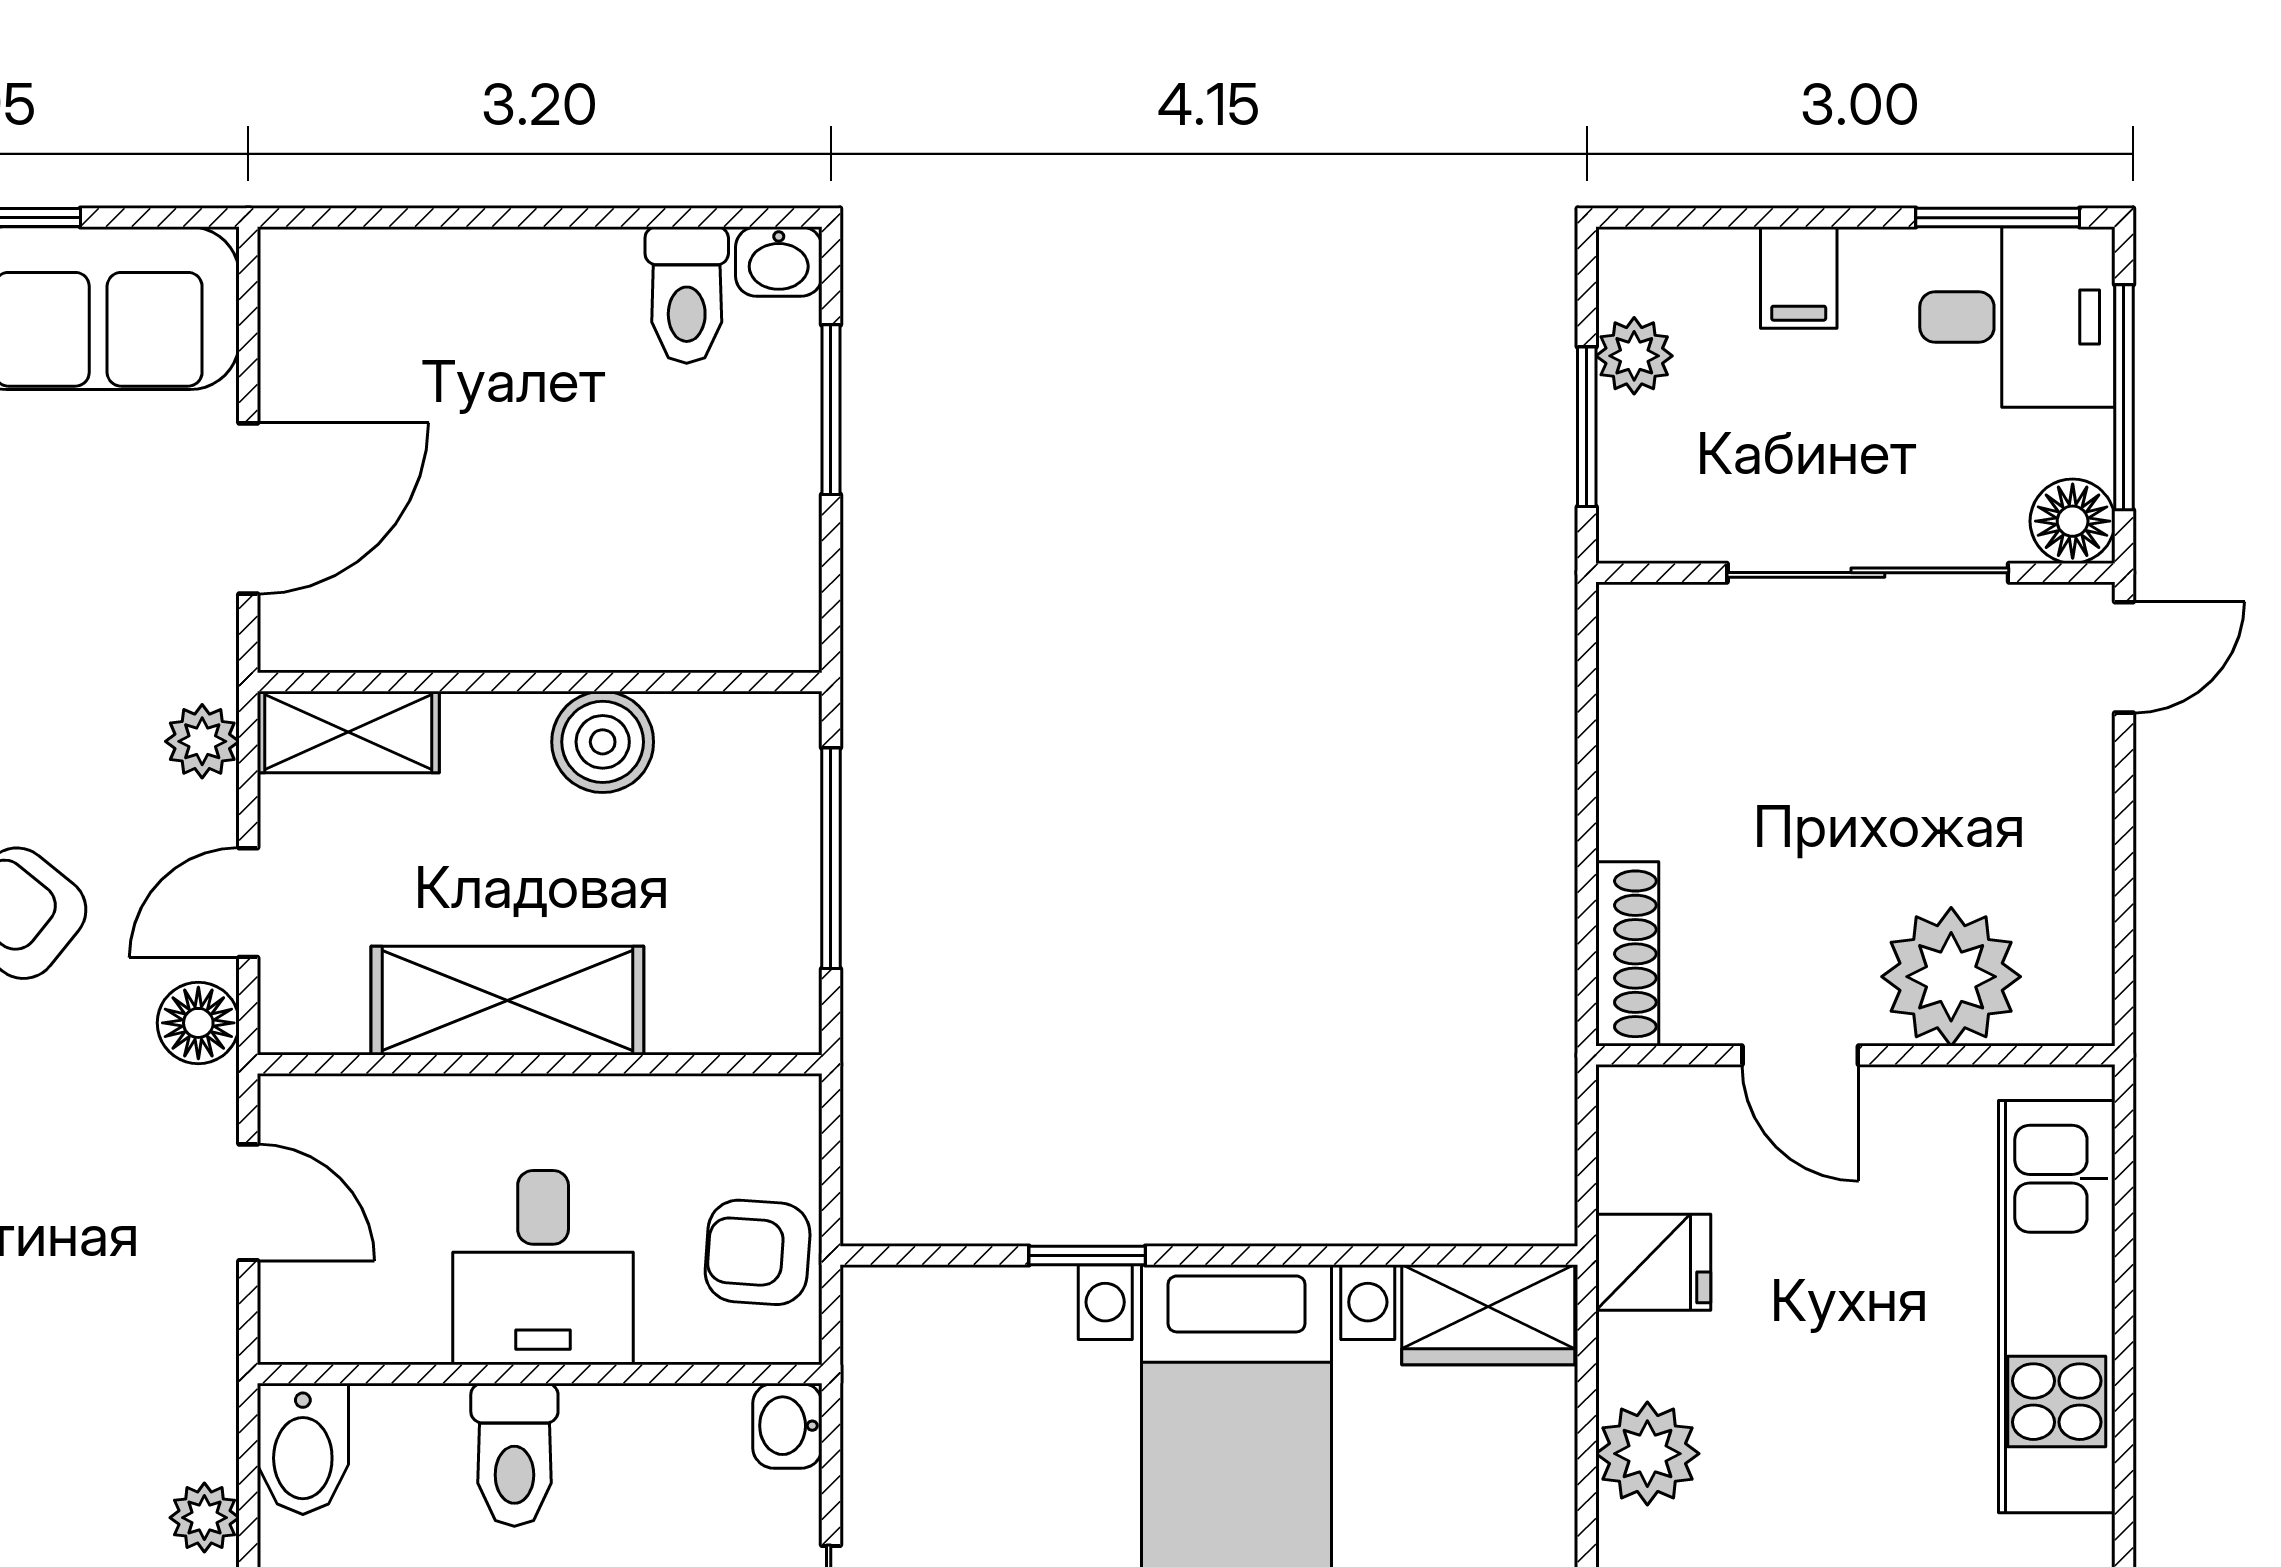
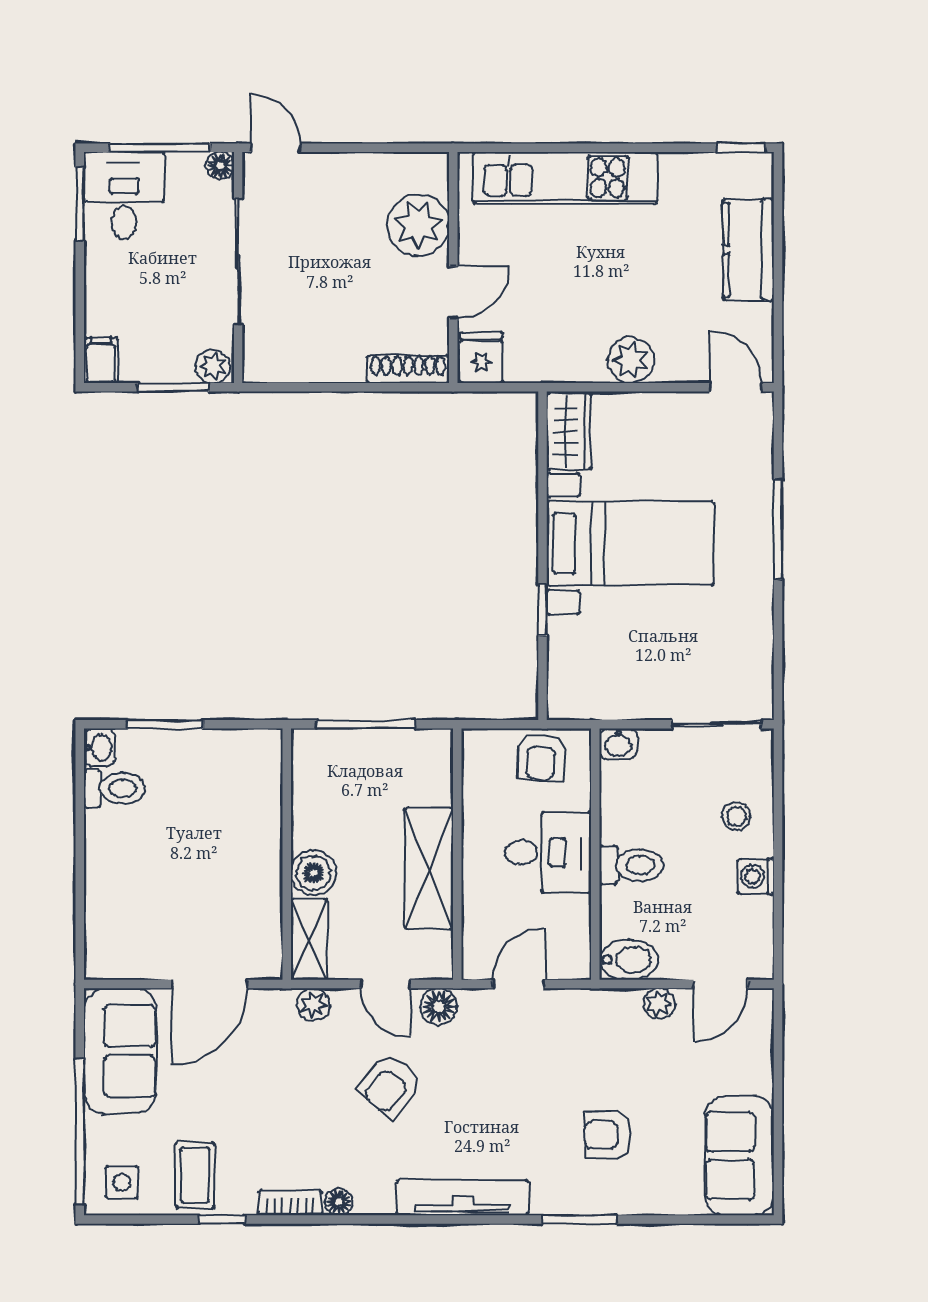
filing cabinet: (1799, 278) -> (101, 361), moved, turned -90
plant: (1634, 356) -> (213, 366), moved
door: (248, 509) -> (210, 984), swing flipped
floor lamp: (2073, 521) -> (220, 166), width x0.73, depth x0.73
boiler: (603, 742) -> (314, 873), moved
fridge: (1653, 1262) -> (481, 358), moved

